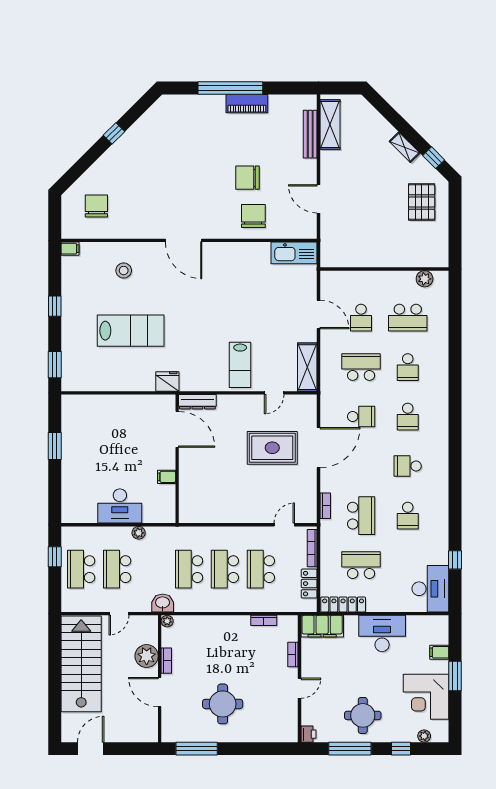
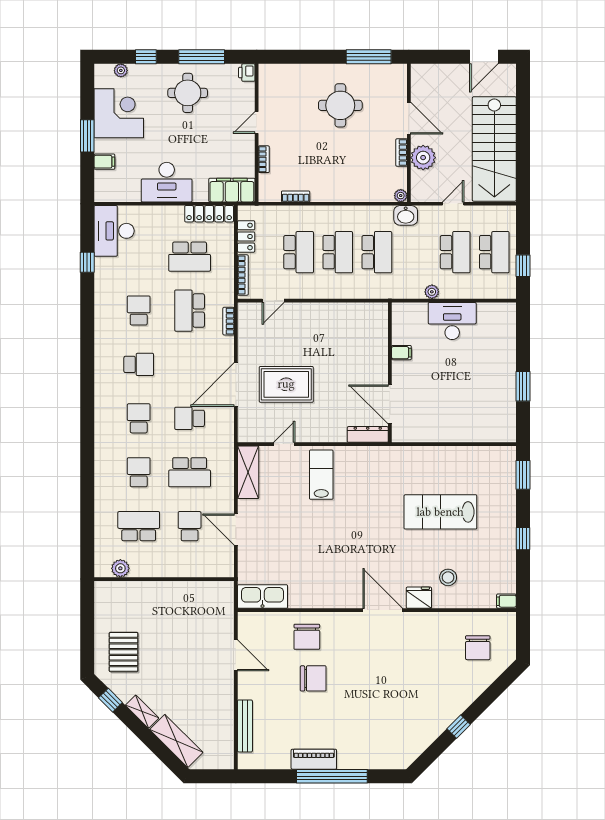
shelving: (330, 124) -> (176, 741), moved, turned -45
fridge: (167, 381) -> (419, 598), moved, turned 180

